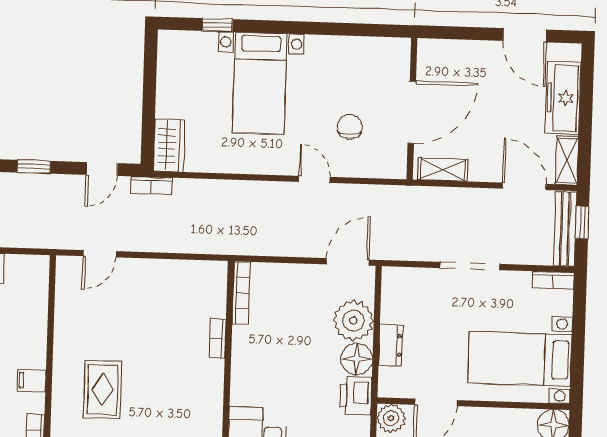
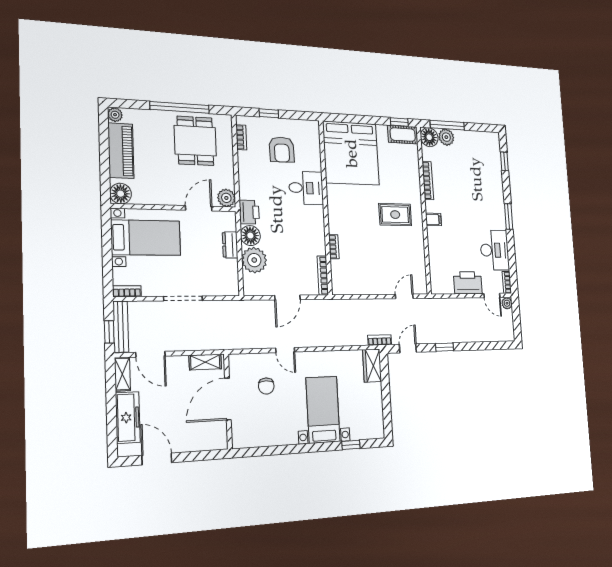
door: (348, 262) -> (287, 297), moved
rug: (103, 390) -> (395, 215), turned 90

